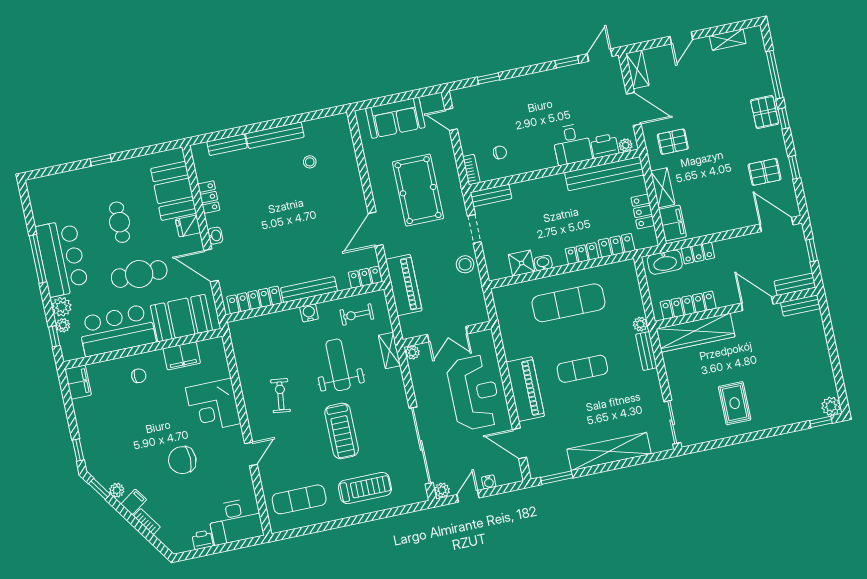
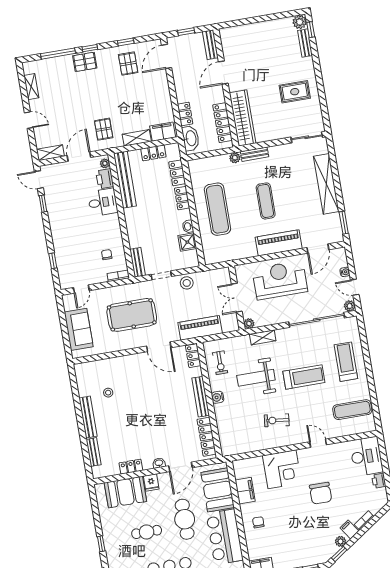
bench: (800, 306) -> (305, 43), moved
double door: (447, 334) -> (237, 298), swing flipped
shelving: (389, 350) -> (263, 337), moved
exercise mat: (299, 499) -> (352, 410), turned 90

